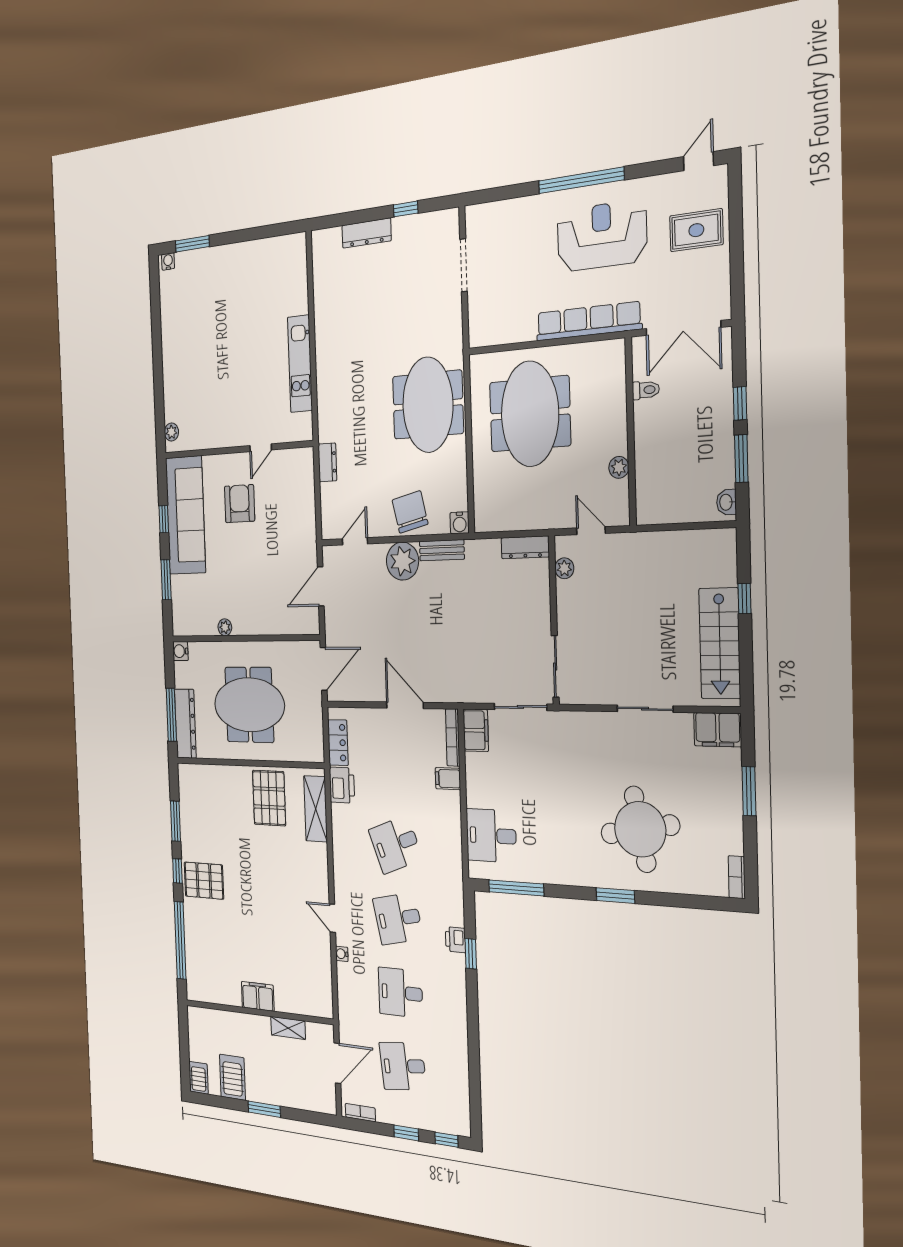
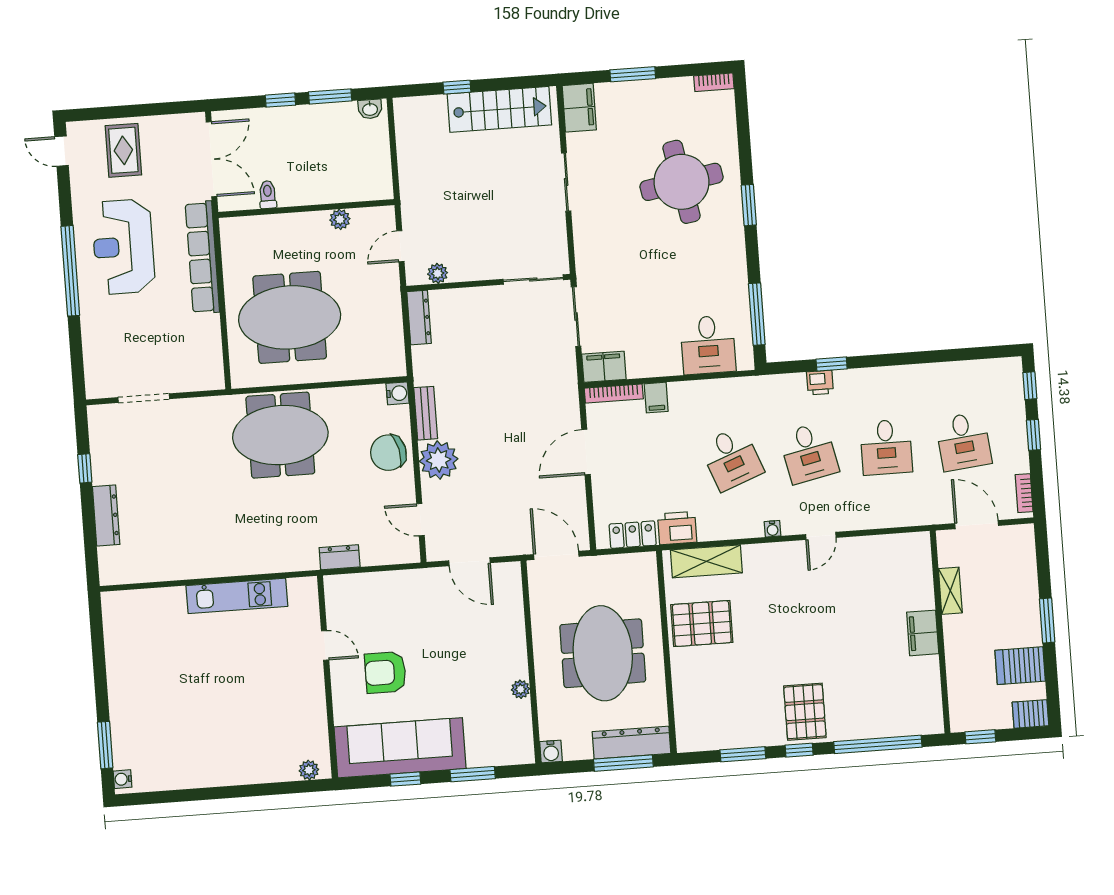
water cooler: (342, 954) -> (772, 529), moved
window: (184, 1031) -> (980, 737), added

